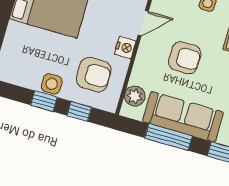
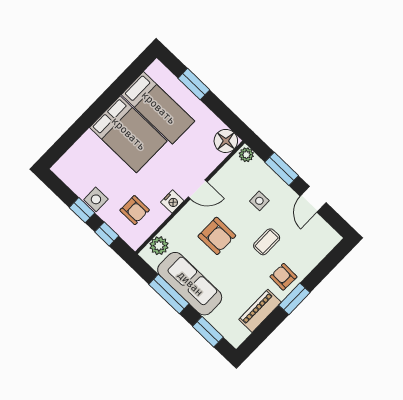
armchair: (94, 75) -> (135, 210), width x0.72, depth x0.72

